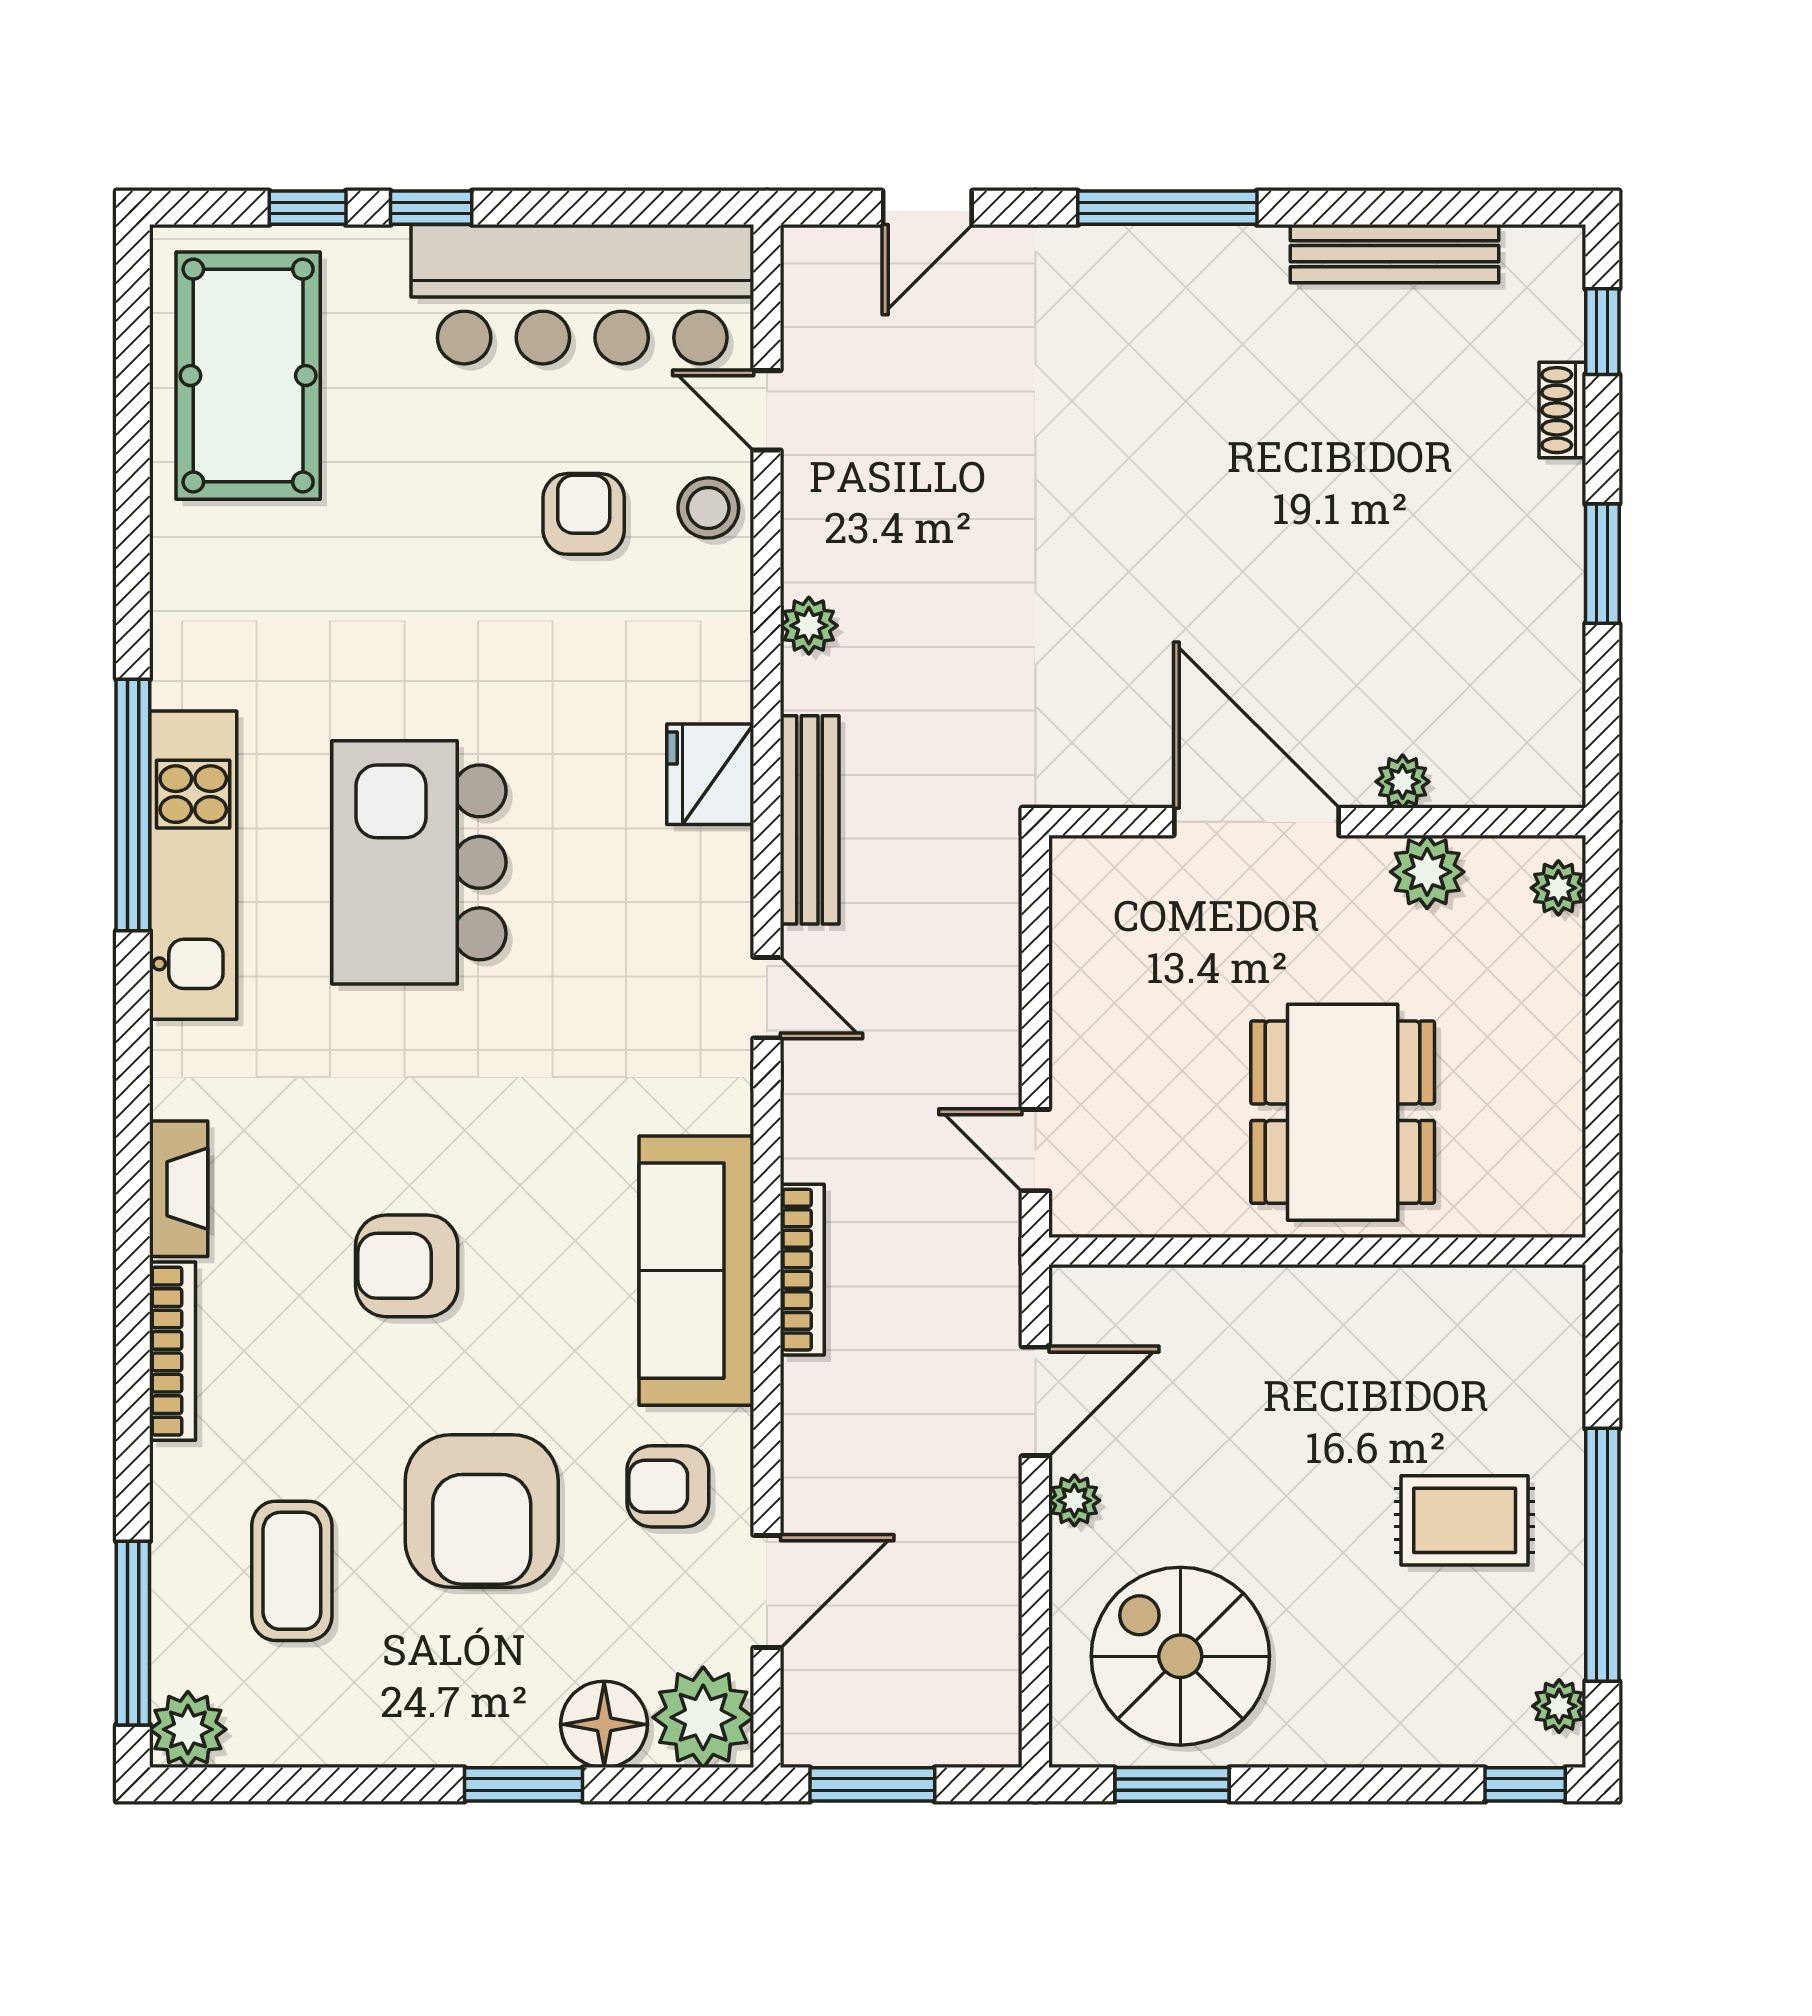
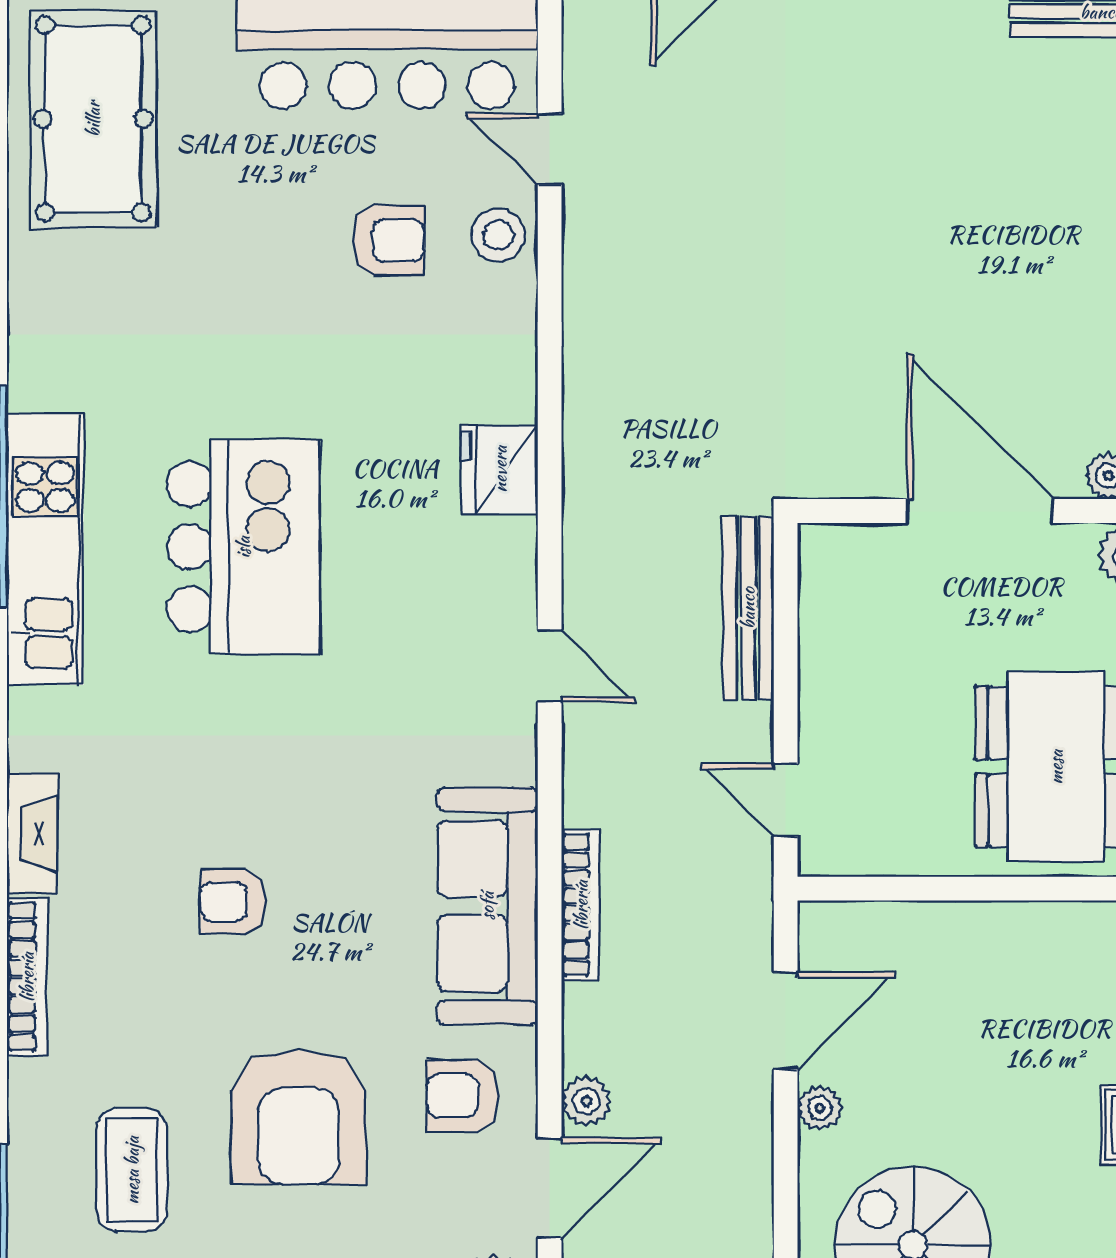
armchair: (584, 514) -> (388, 240), turned 90
plant: (809, 626) -> (586, 1101), moved
bench: (810, 820) -> (748, 608), moved
kitchen island: (419, 862) -> (243, 547), turned 180
armchair: (407, 1266) -> (233, 902), width x0.72, depth x0.72

